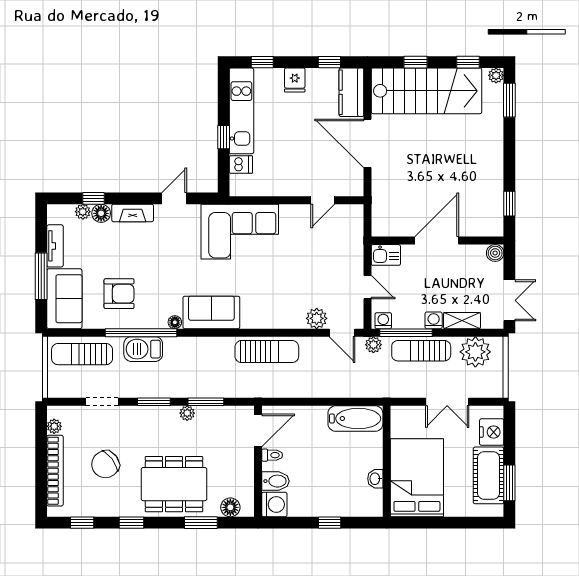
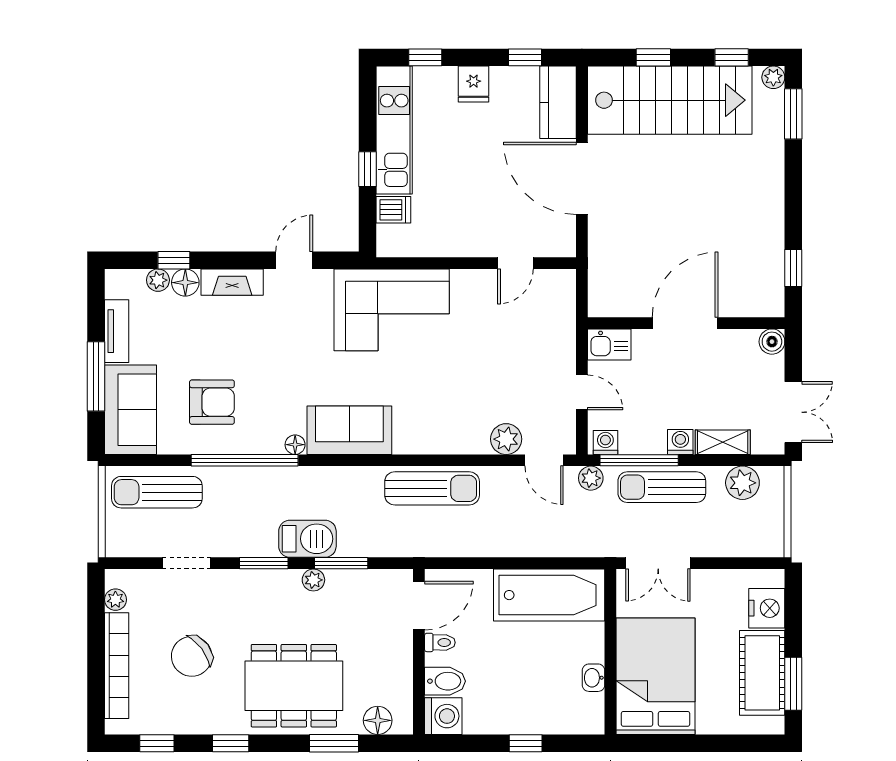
barbecue: (143, 349) -> (307, 539), moved, turned 180
plant: (475, 352) -> (742, 483), width x0.73, depth x0.73
double door: (447, 402) -> (658, 563), moved
bathtub: (355, 419) -> (549, 595), width x1.36, depth x1.36

